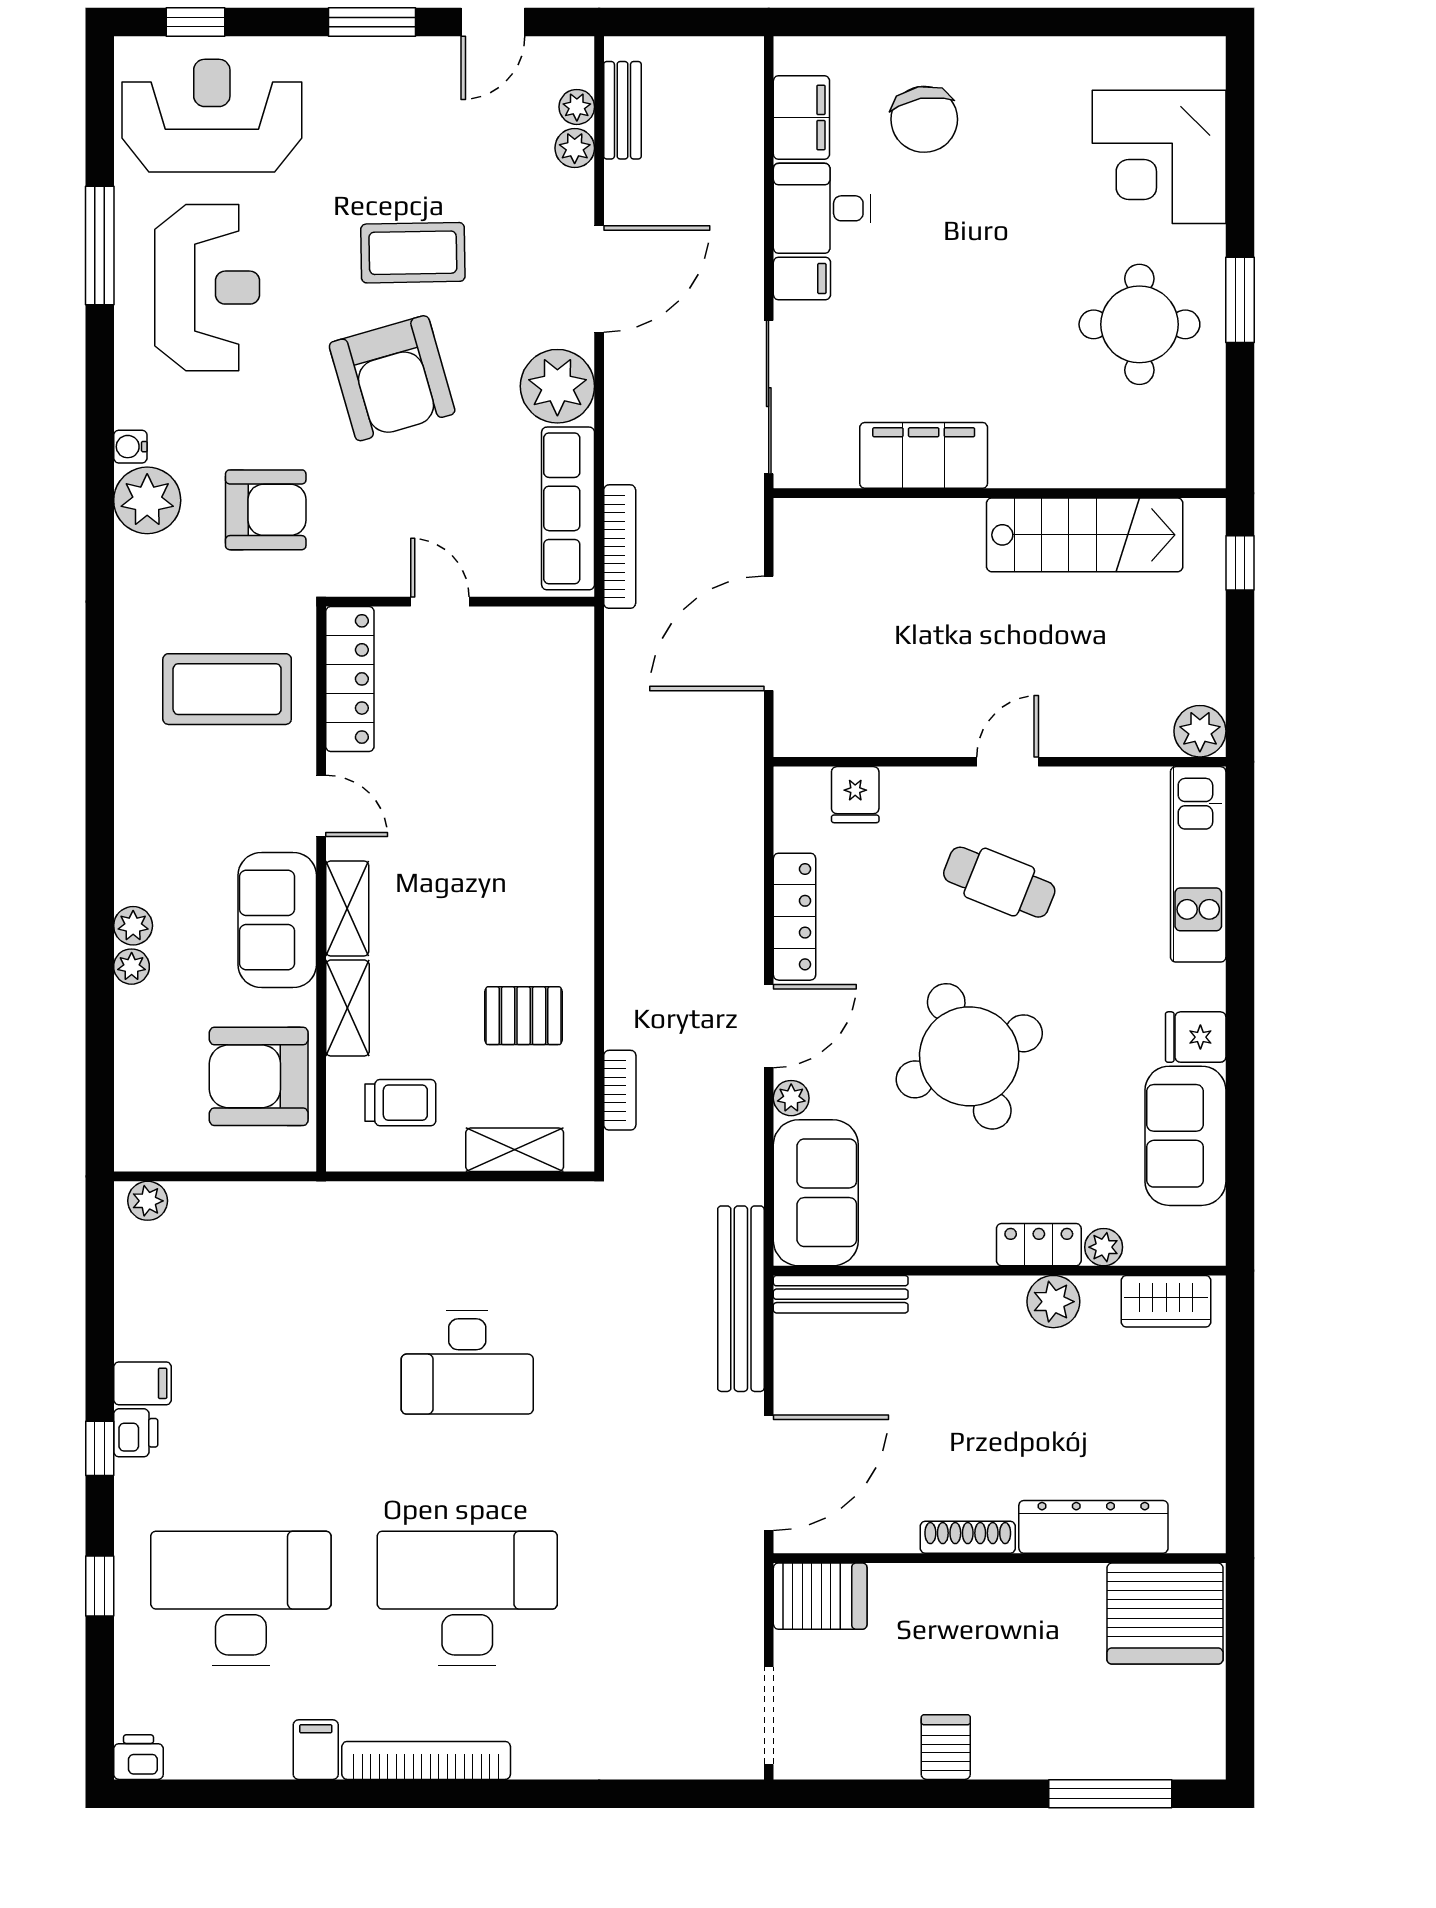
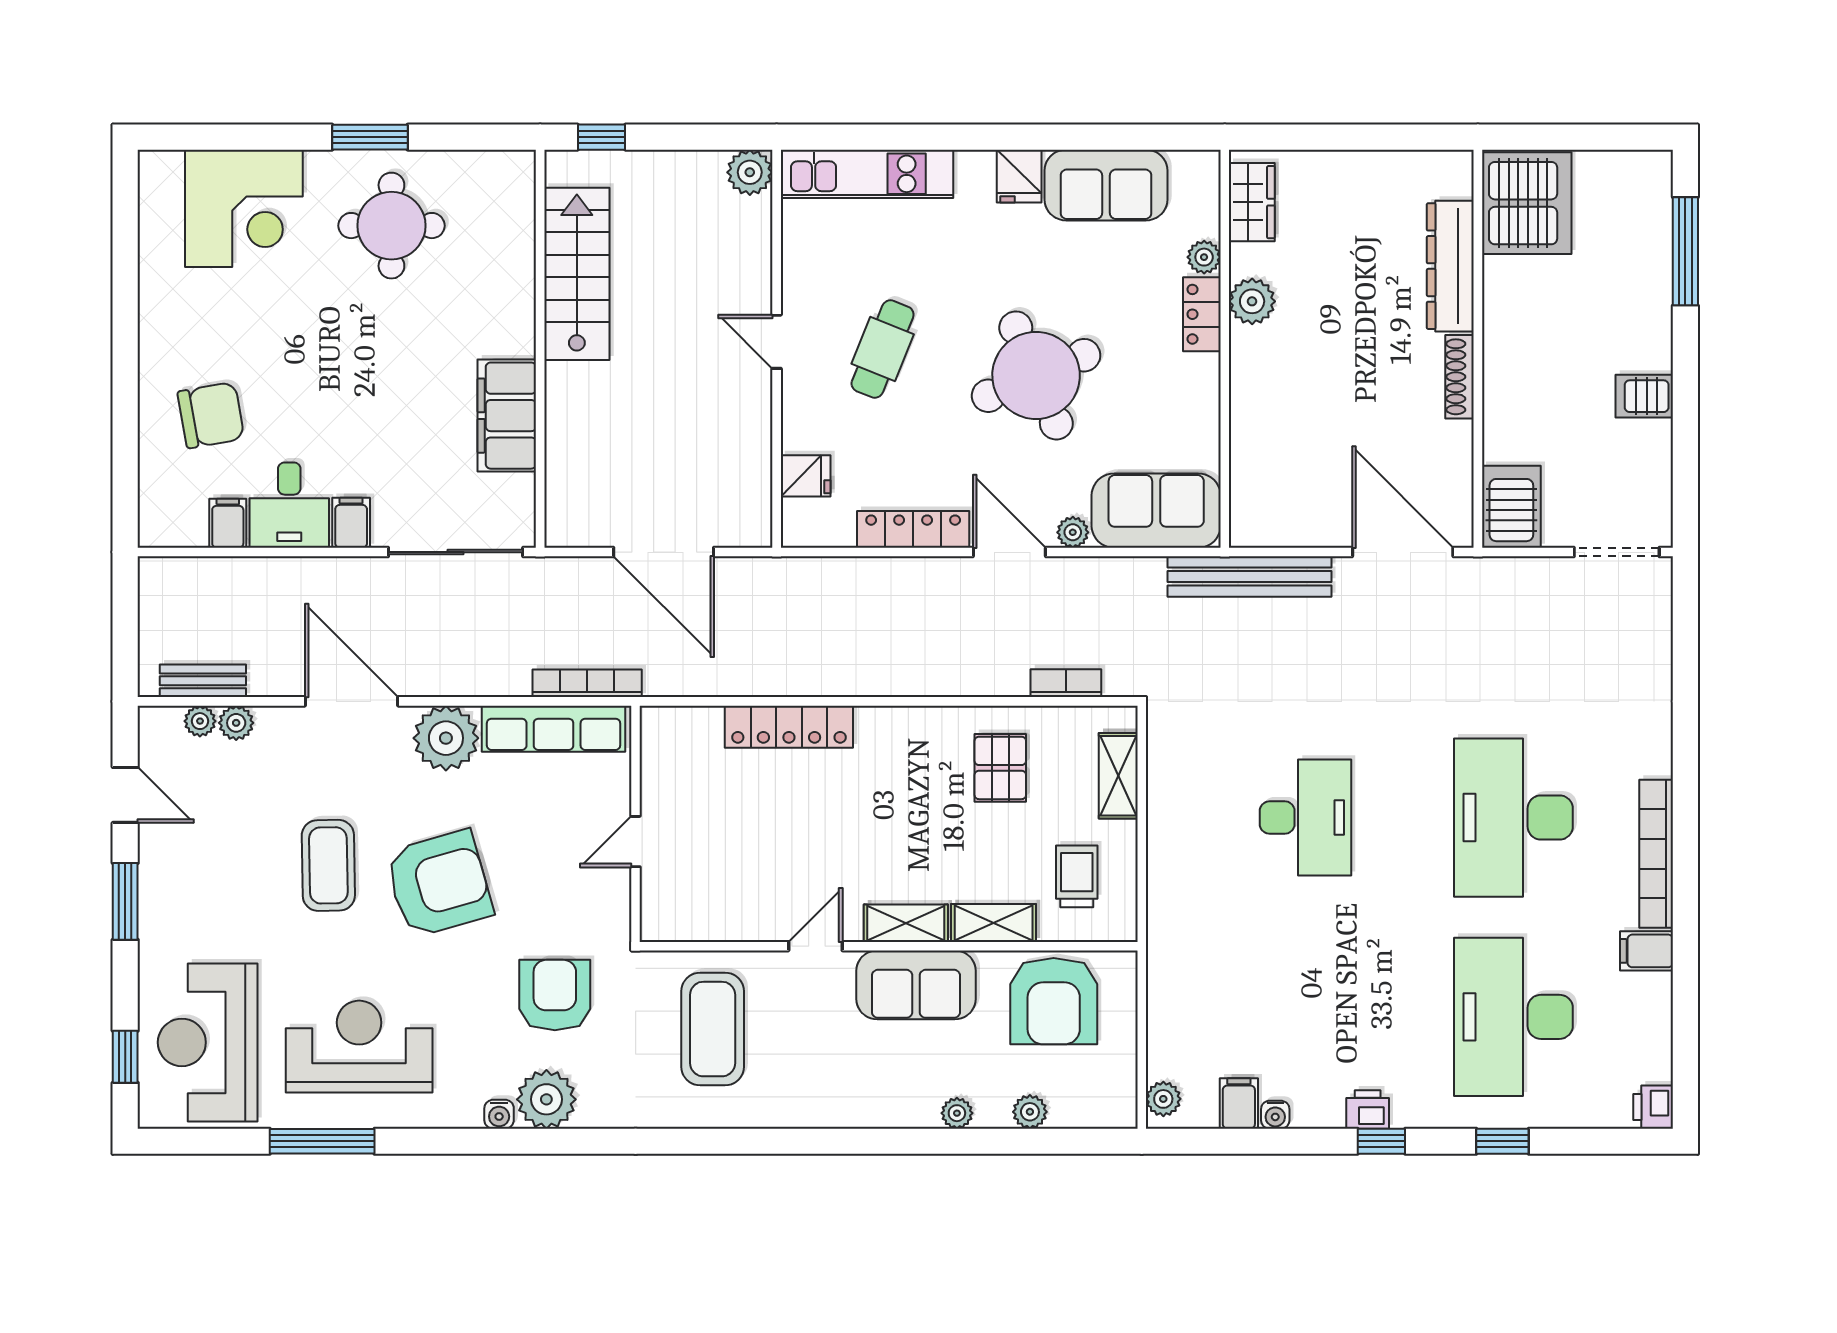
filing cabinet: (801, 118) -> (228, 523), width x0.50
locker: (350, 679) -> (789, 727), moved, turned 180
plant: (133, 926) -> (1030, 1112), moved
bench: (841, 1294) -> (1246, 489), removed
water cooler: (130, 1328) -> (1275, 1115), added
filing cabinet: (143, 1383) -> (1239, 1103), moved

